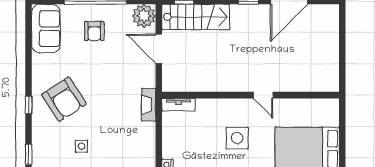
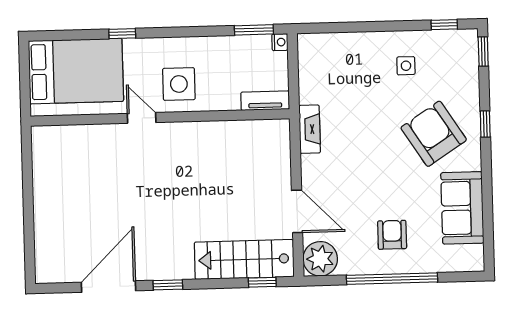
sofa: (46, 29) -> (462, 208), moved
wall: (251, 95) -> (160, 117), moved
door: (263, 95) -> (142, 118), moved
tv unit: (179, 105) -> (265, 101), moved

